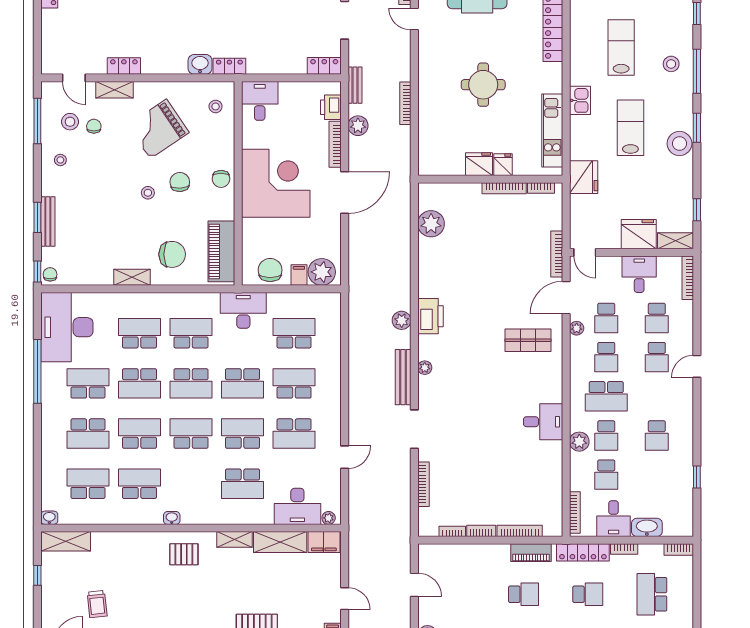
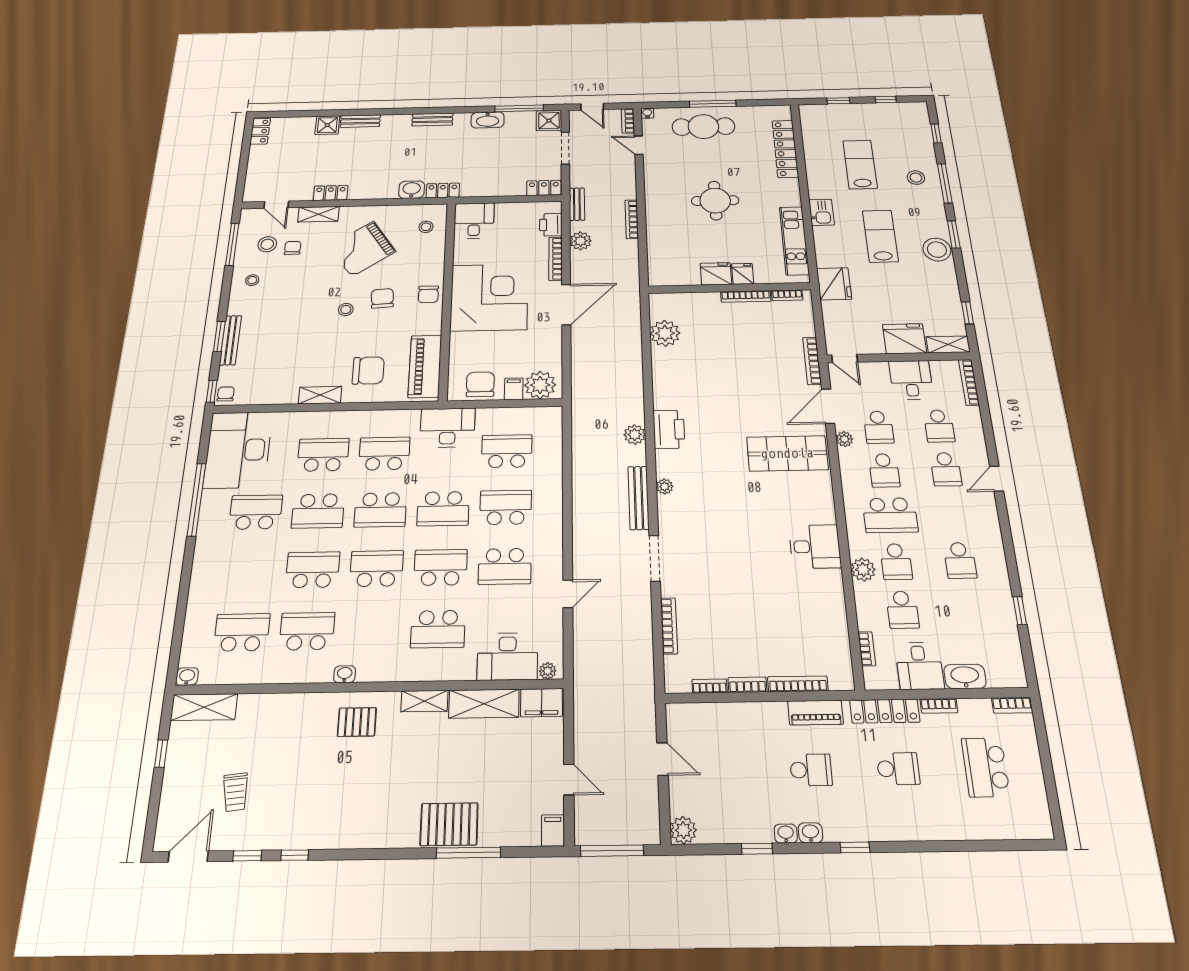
shop shelf: (528, 340) -> (787, 453), width x1.43, depth x1.36
school desk: (88, 434) -> (249, 571), removed
bookcase: (575, 512) -> (867, 649), width x0.64

